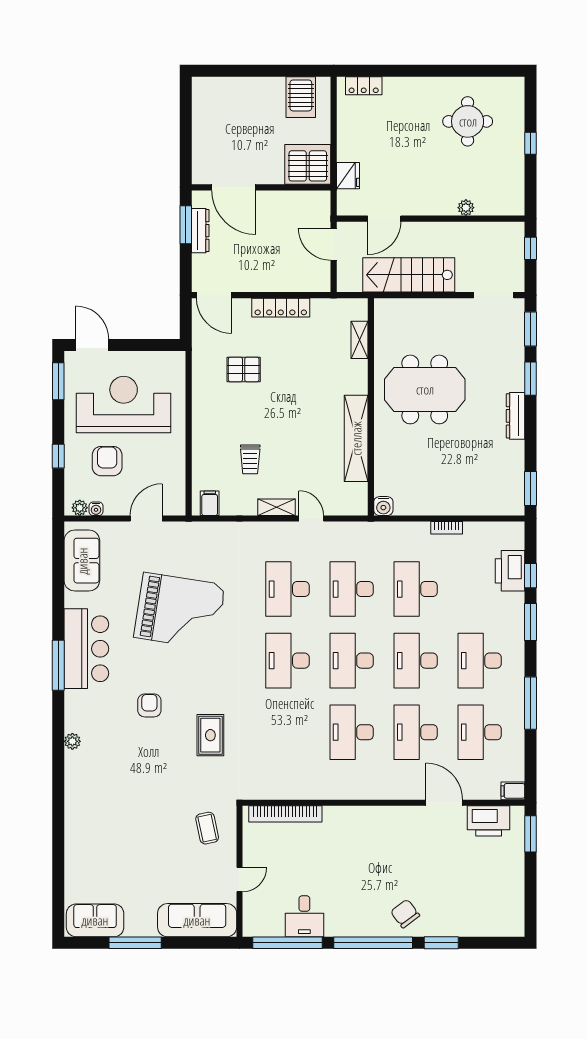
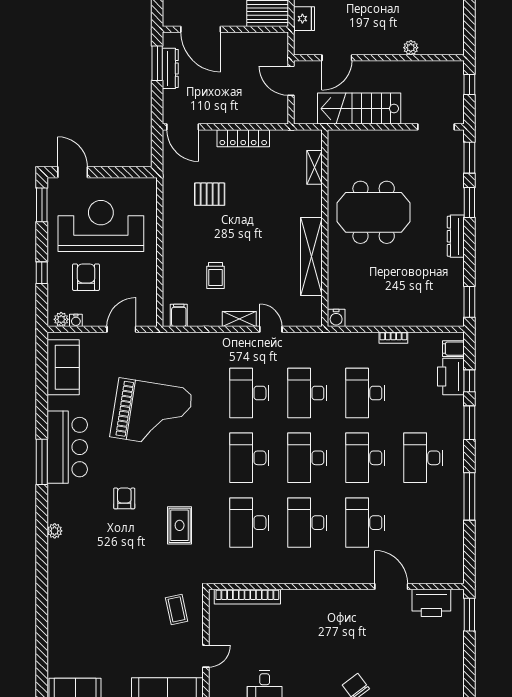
desk: (480, 732) -> (249, 523), moved
filing cabinet: (513, 791) -> (453, 349), moved

